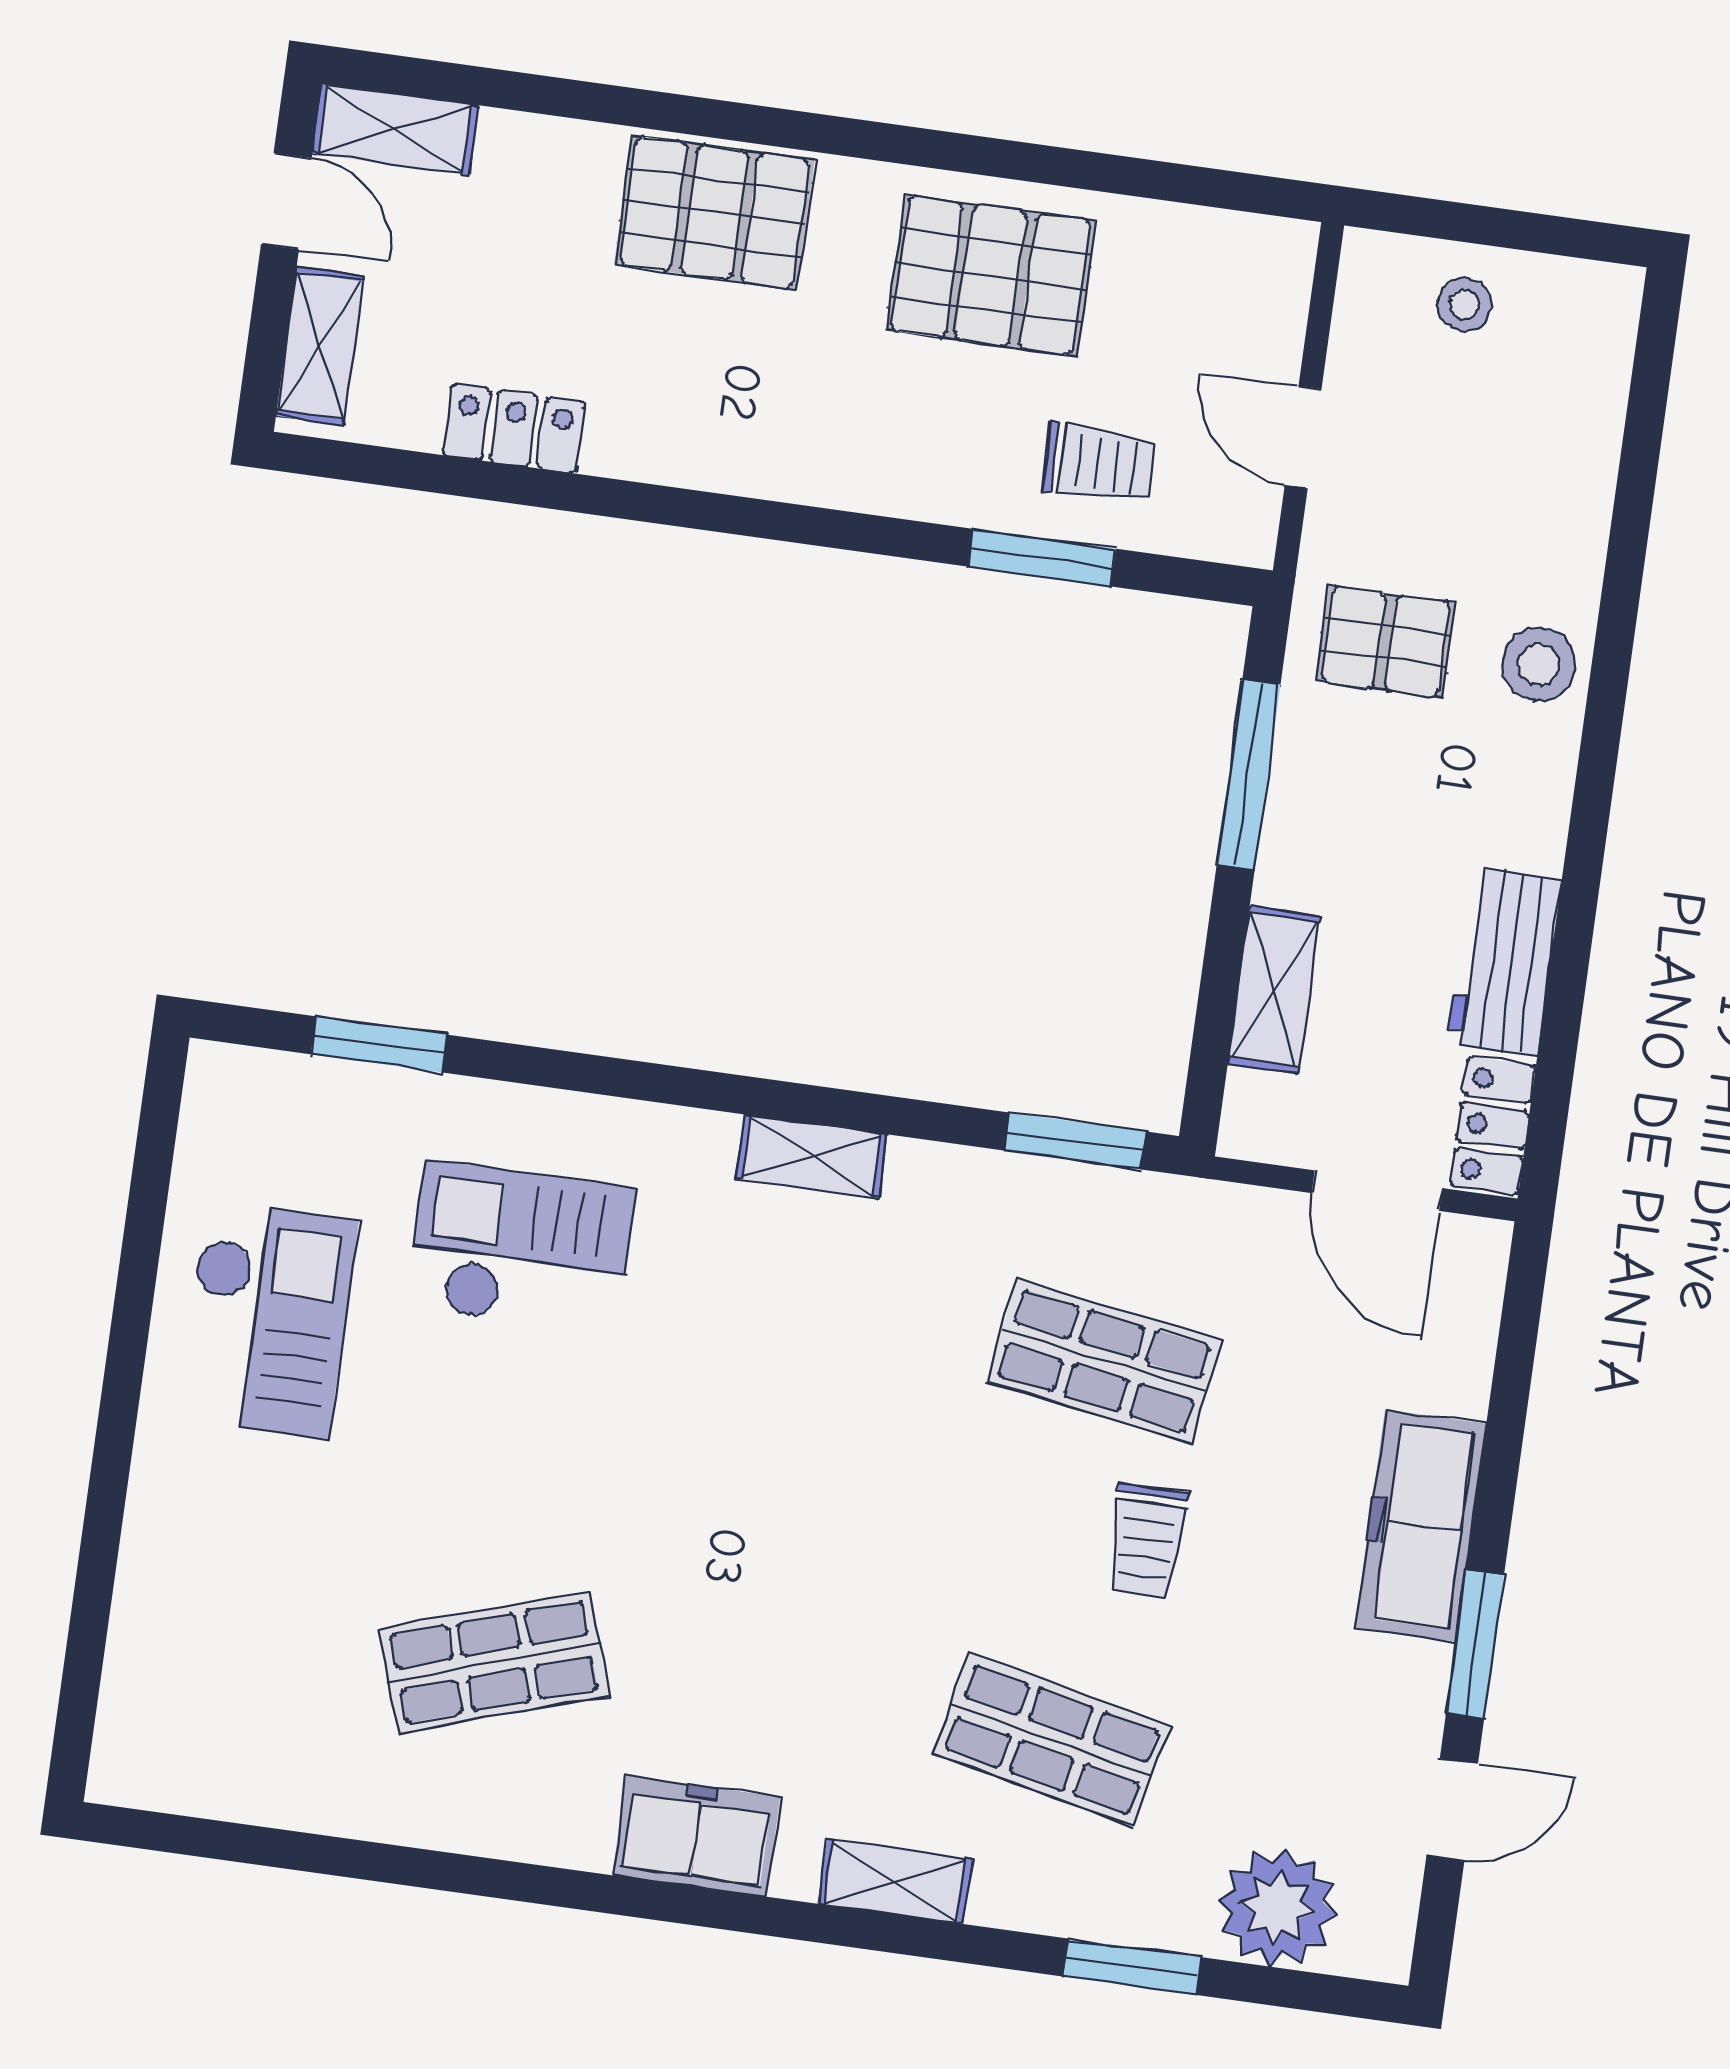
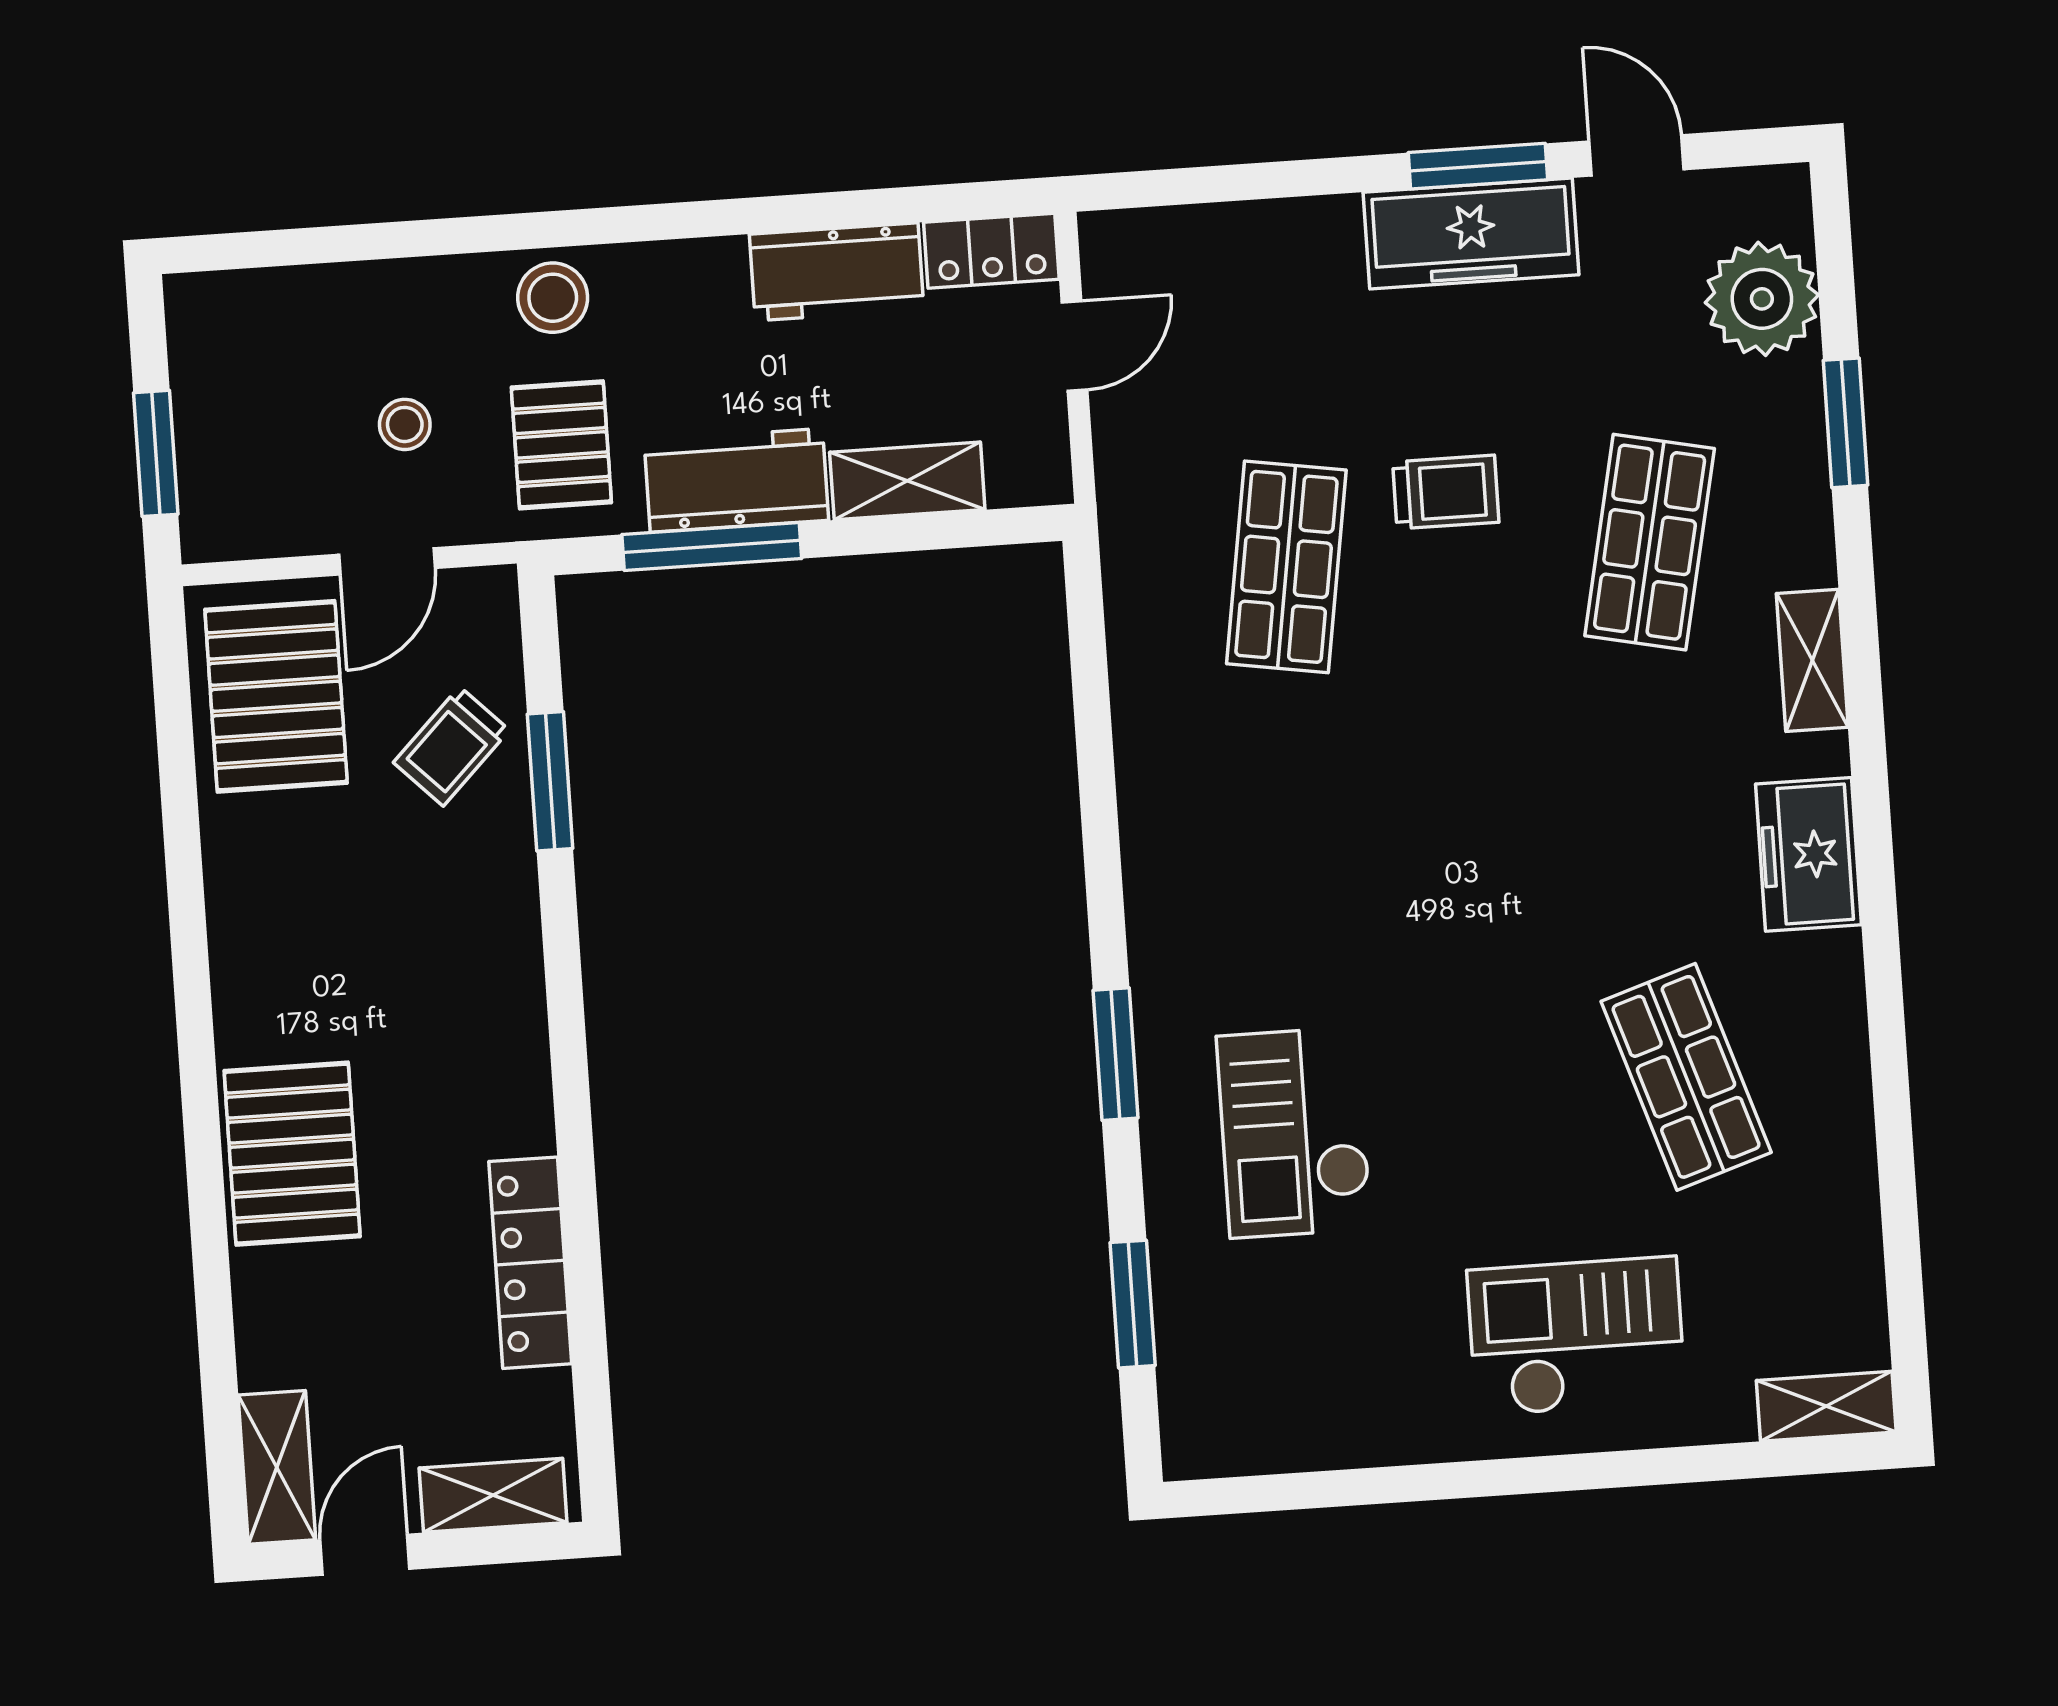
window: (1464, 223) -> (156, 453), added
pallet: (991, 276) -> (276, 696), moved
stool: (1464, 305) -> (405, 424), moved
locker: (514, 429) -> (530, 1263), width x1.53
trolley: (1099, 464) -> (451, 746), turned -135
workbench: (1311, 814) -> (736, 480), added
window: (1075, 1141) -> (1116, 1054), moved
shelving: (812, 1156) -> (1826, 1406), moved, turned 90
door: (1377, 1191) -> (1075, 346), width x0.73
checkout: (267, 1319) -> (1576, 1336), moved
freezer: (1421, 1526) -> (1471, 234), moved

